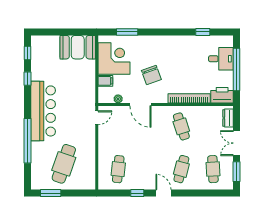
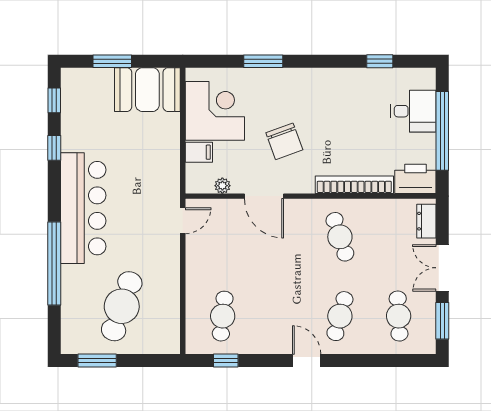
window: (59, 32) -> (112, 61), added
window: (127, 32) -> (263, 61), moved
window: (137, 193) -> (226, 361), moved

